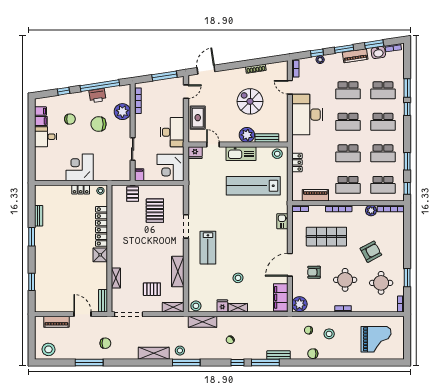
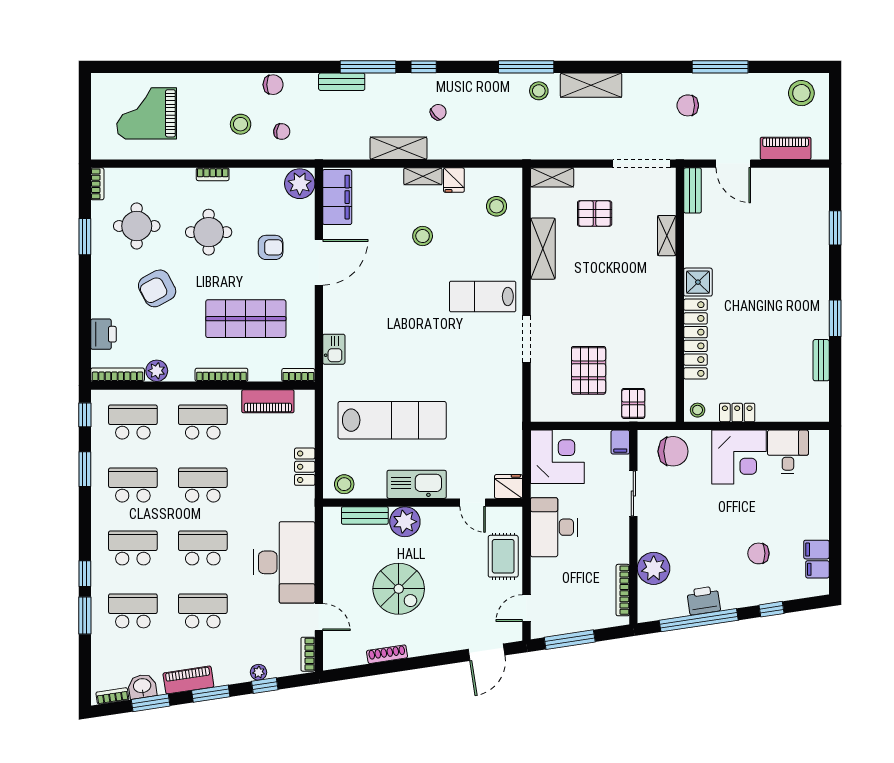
chair: (99, 124) -> (673, 451), moved
desk: (46, 137) -> (788, 452), moved, turned -90
printer: (398, 229) -> (103, 334), added
lab bench: (208, 248) -> (483, 296), turned -90
stool: (196, 306) -> (497, 206), moved
shelving: (202, 322) -> (399, 148), moved

